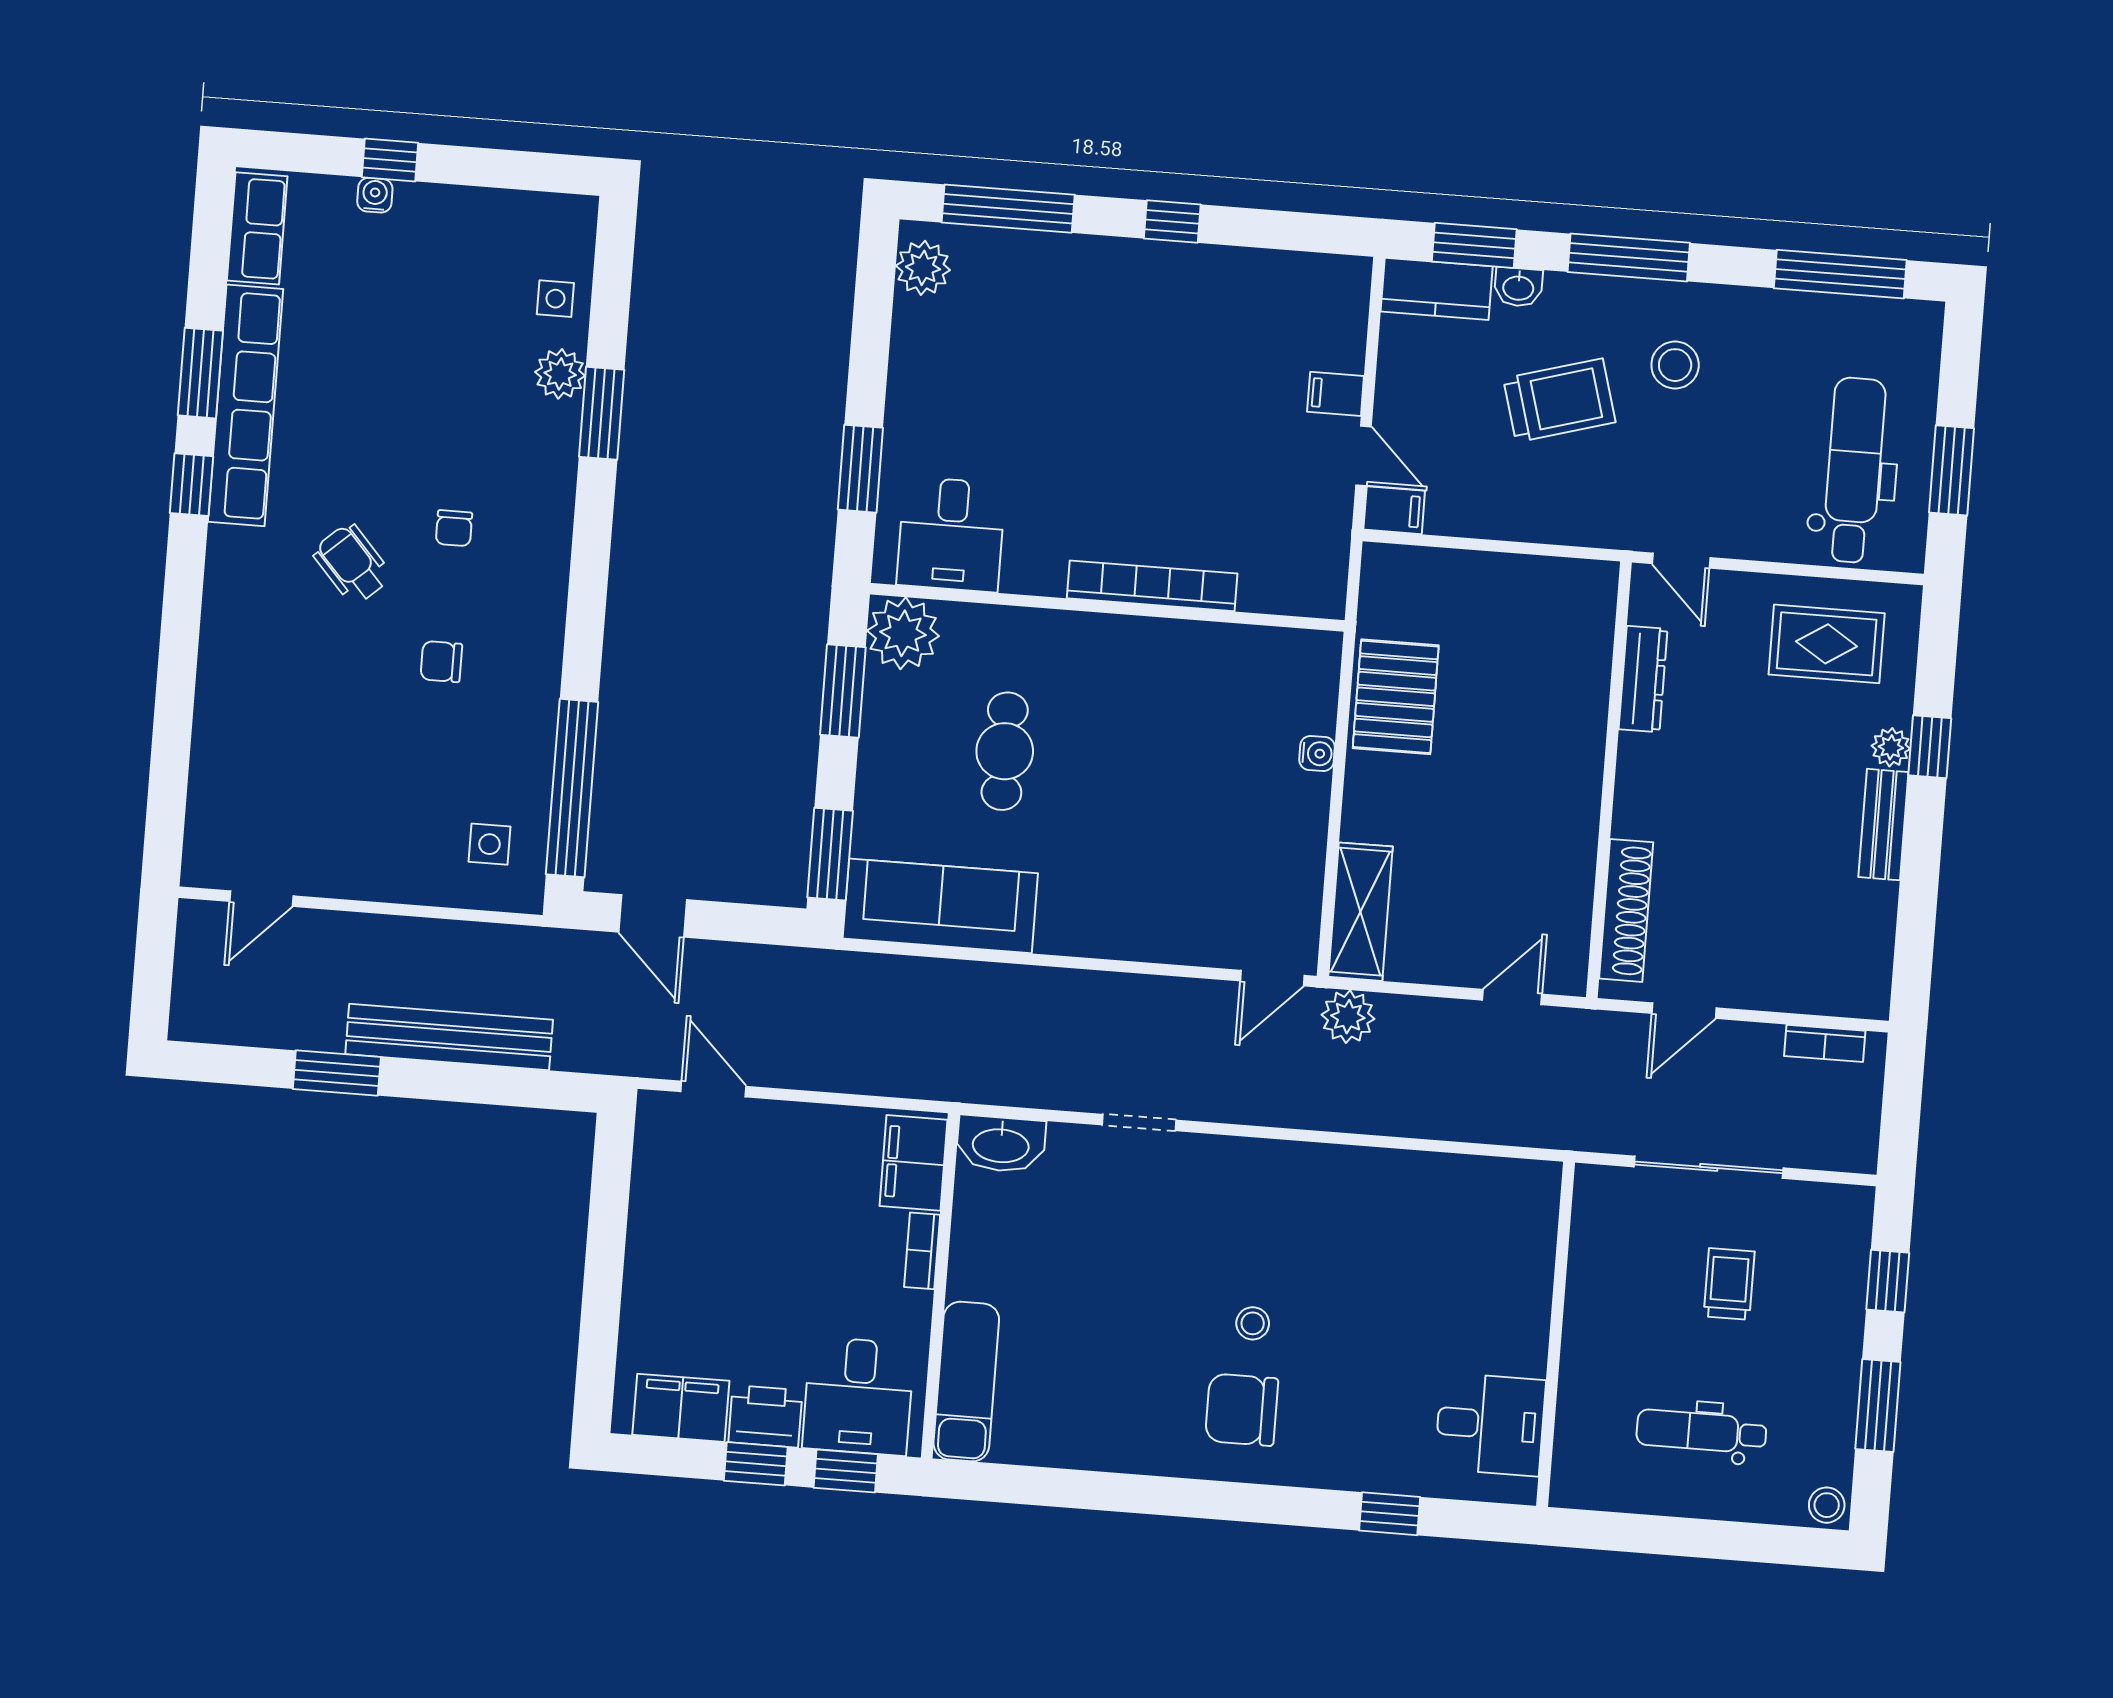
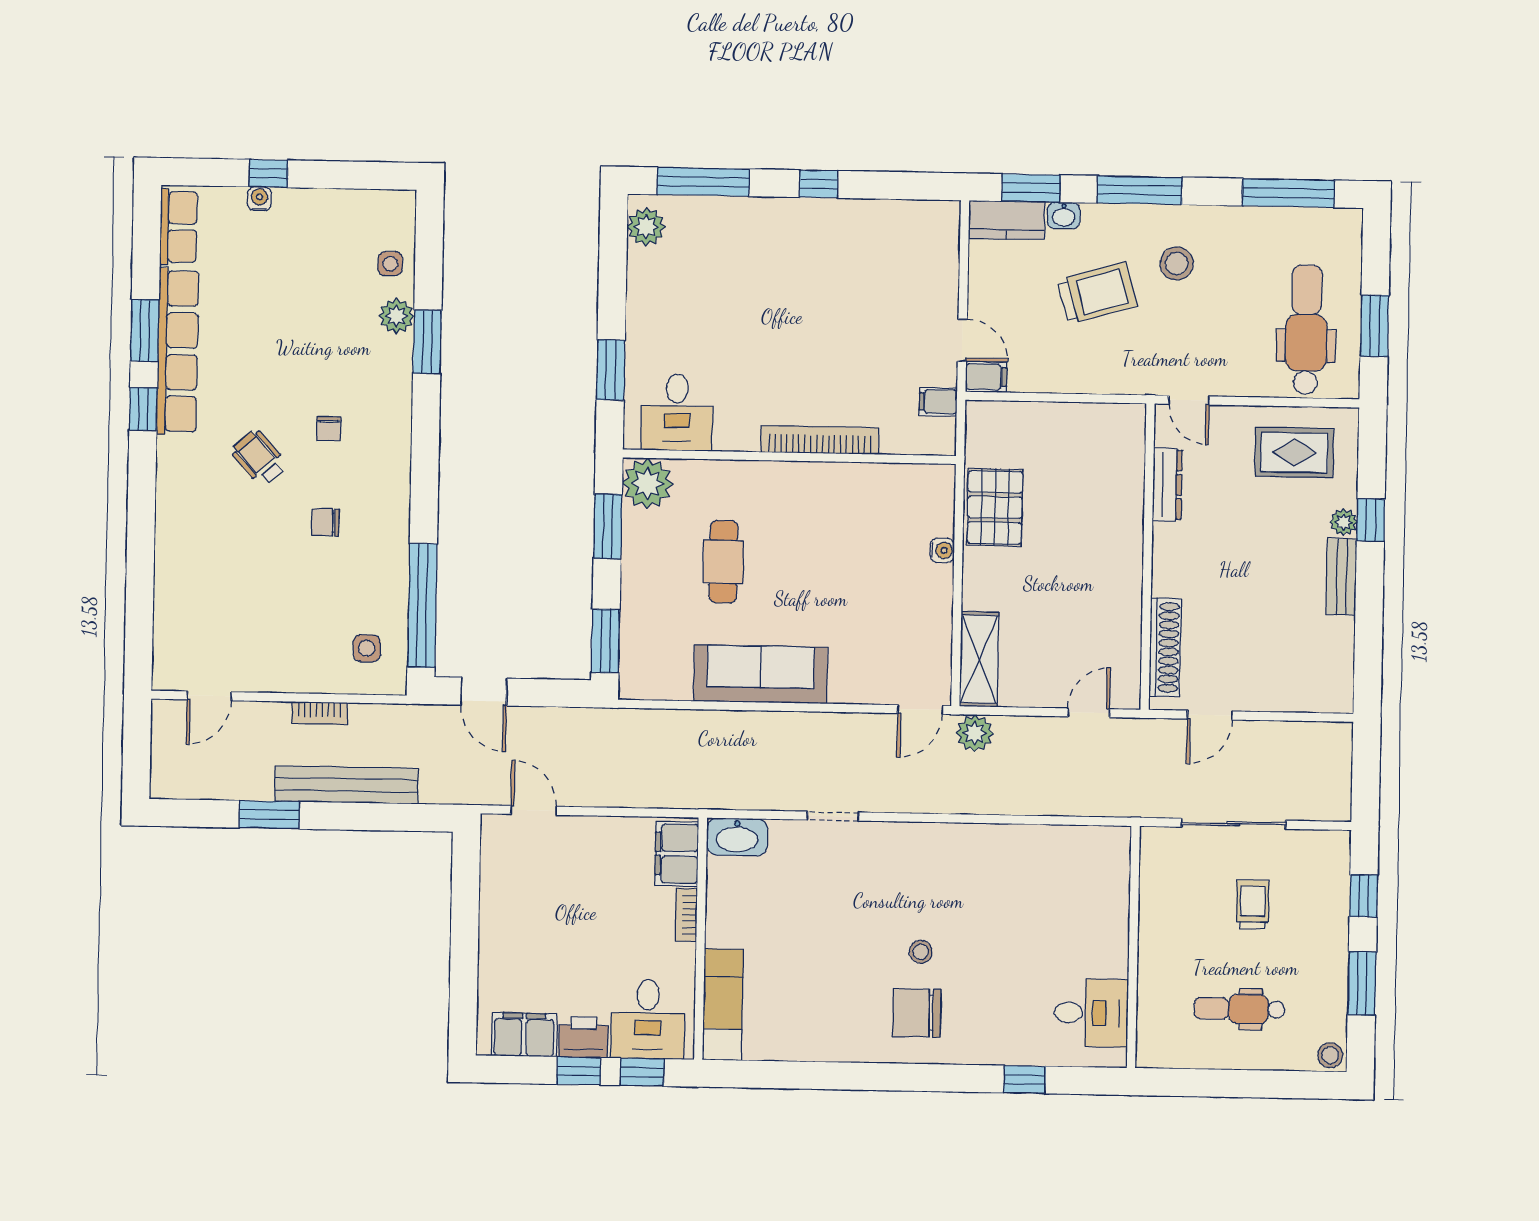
filing cabinet: (1336, 394) -> (938, 402), moved
sofa: (940, 906) -> (760, 674), moved
bookcase: (1825, 1043) -> (319, 713), moved

